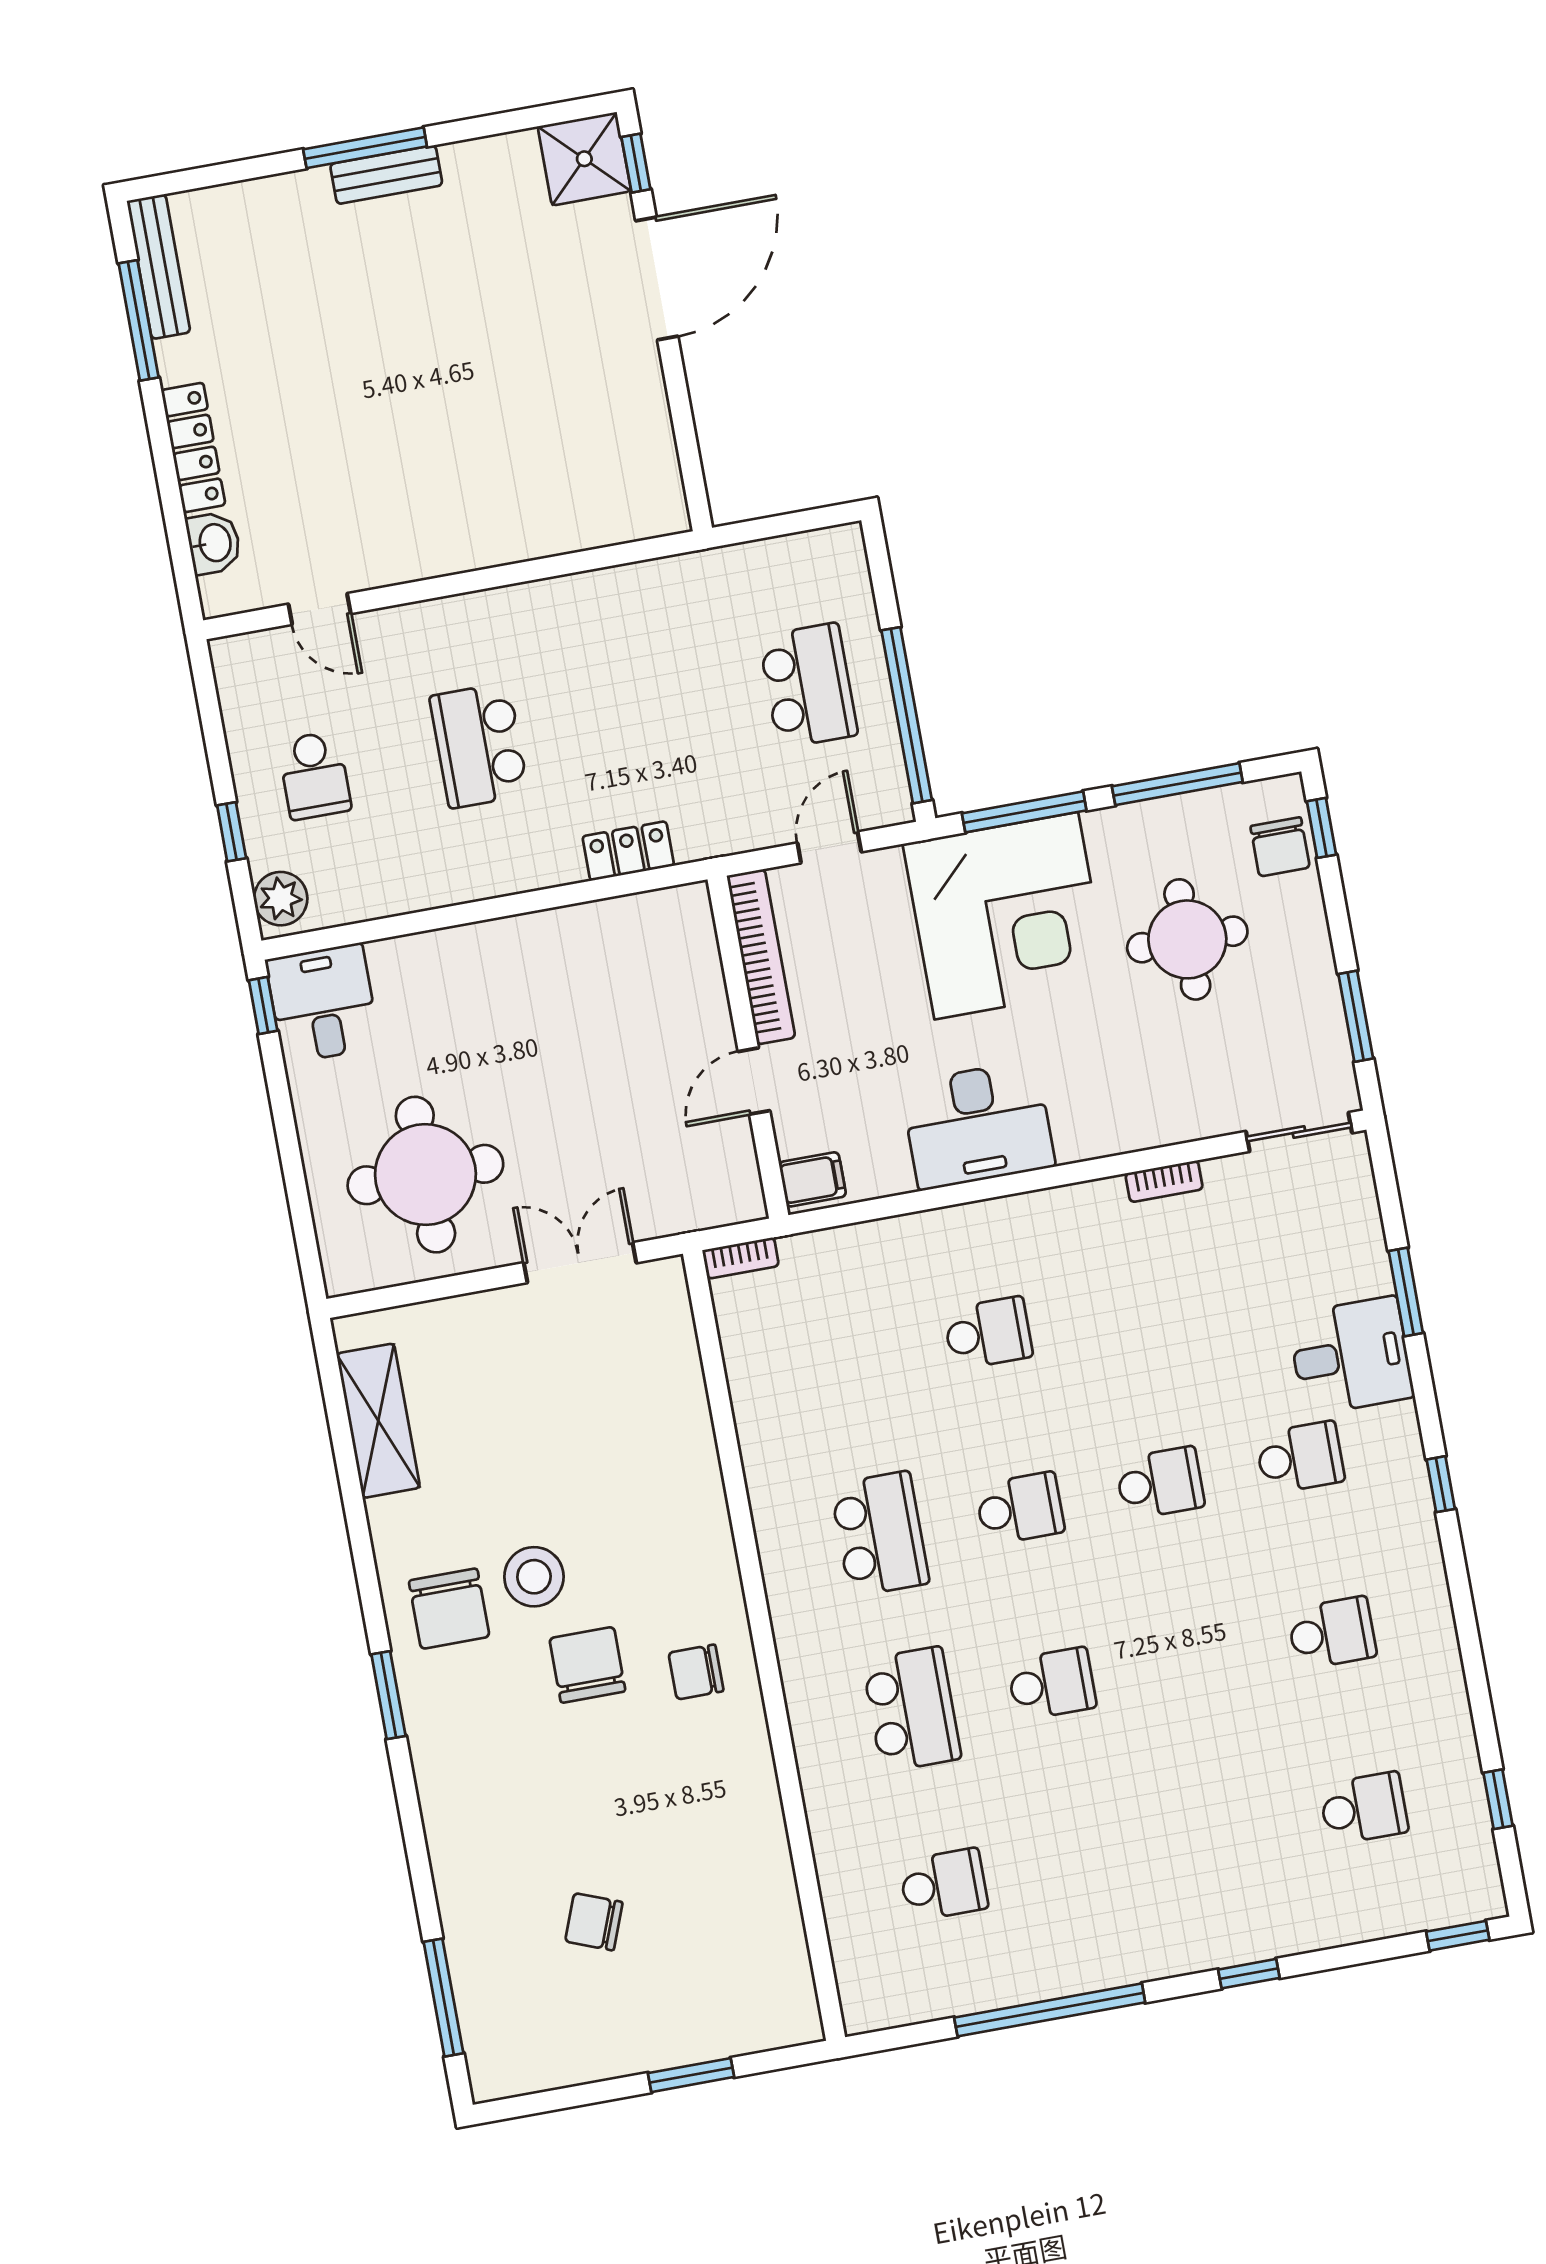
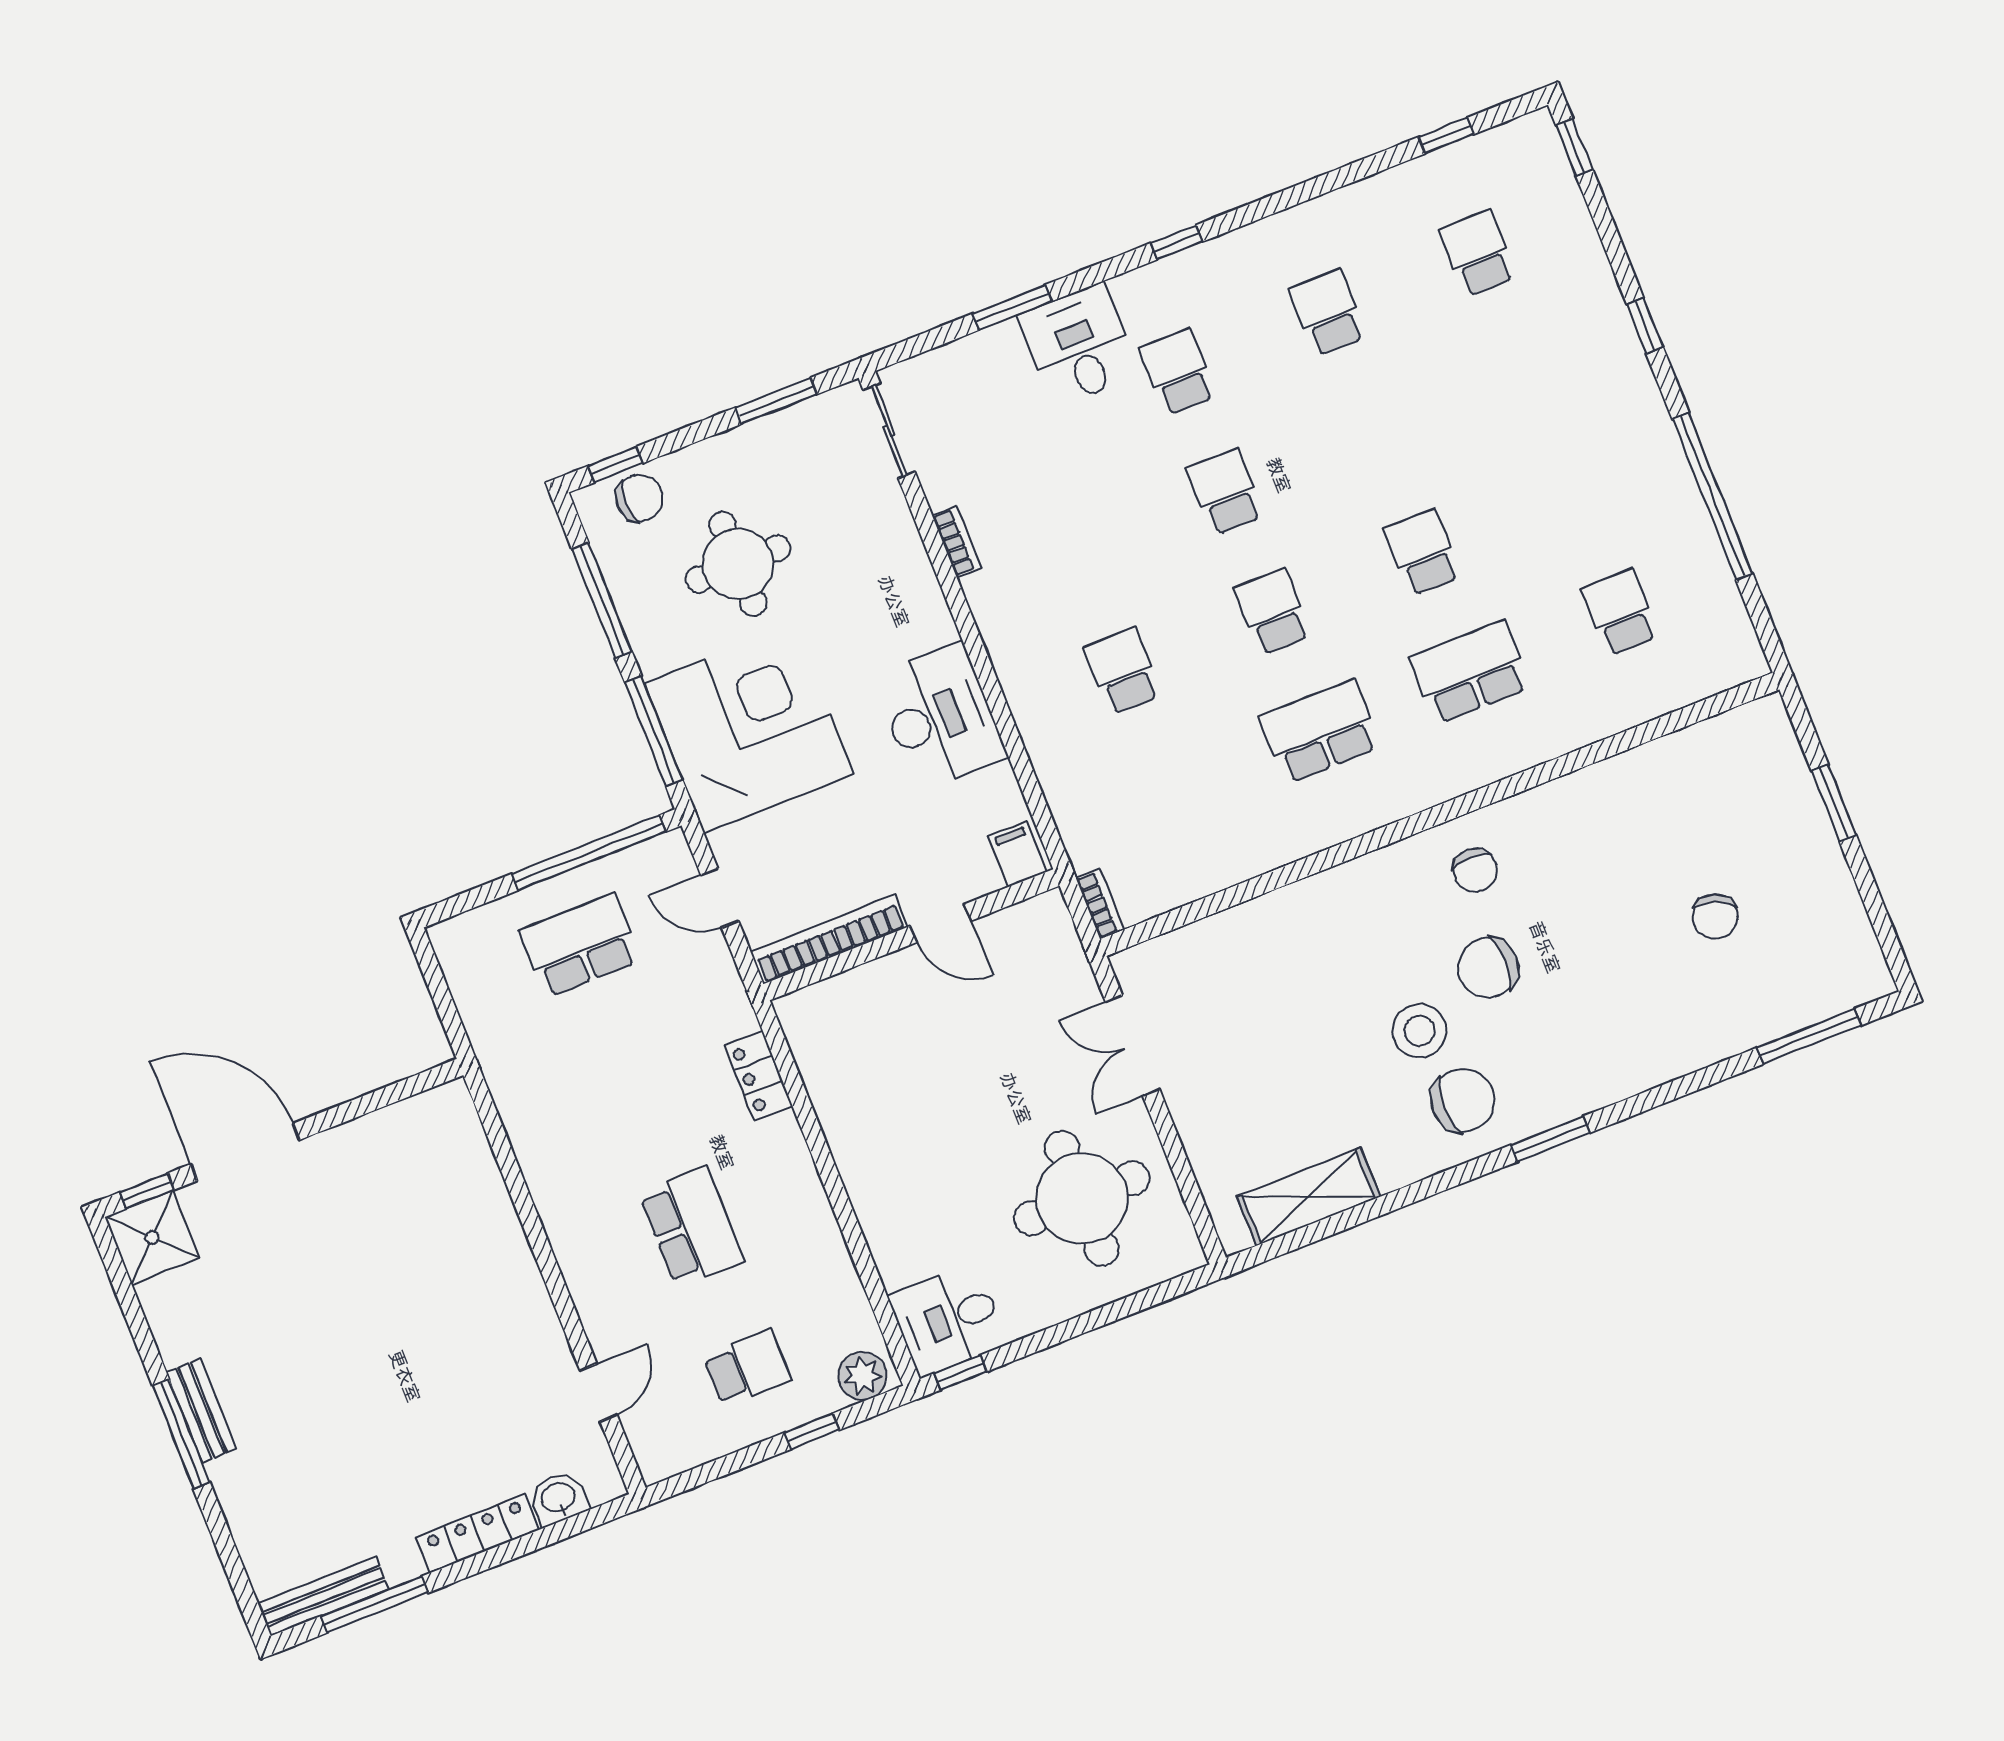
school desk: (479, 745) -> (691, 1227), turned -90

